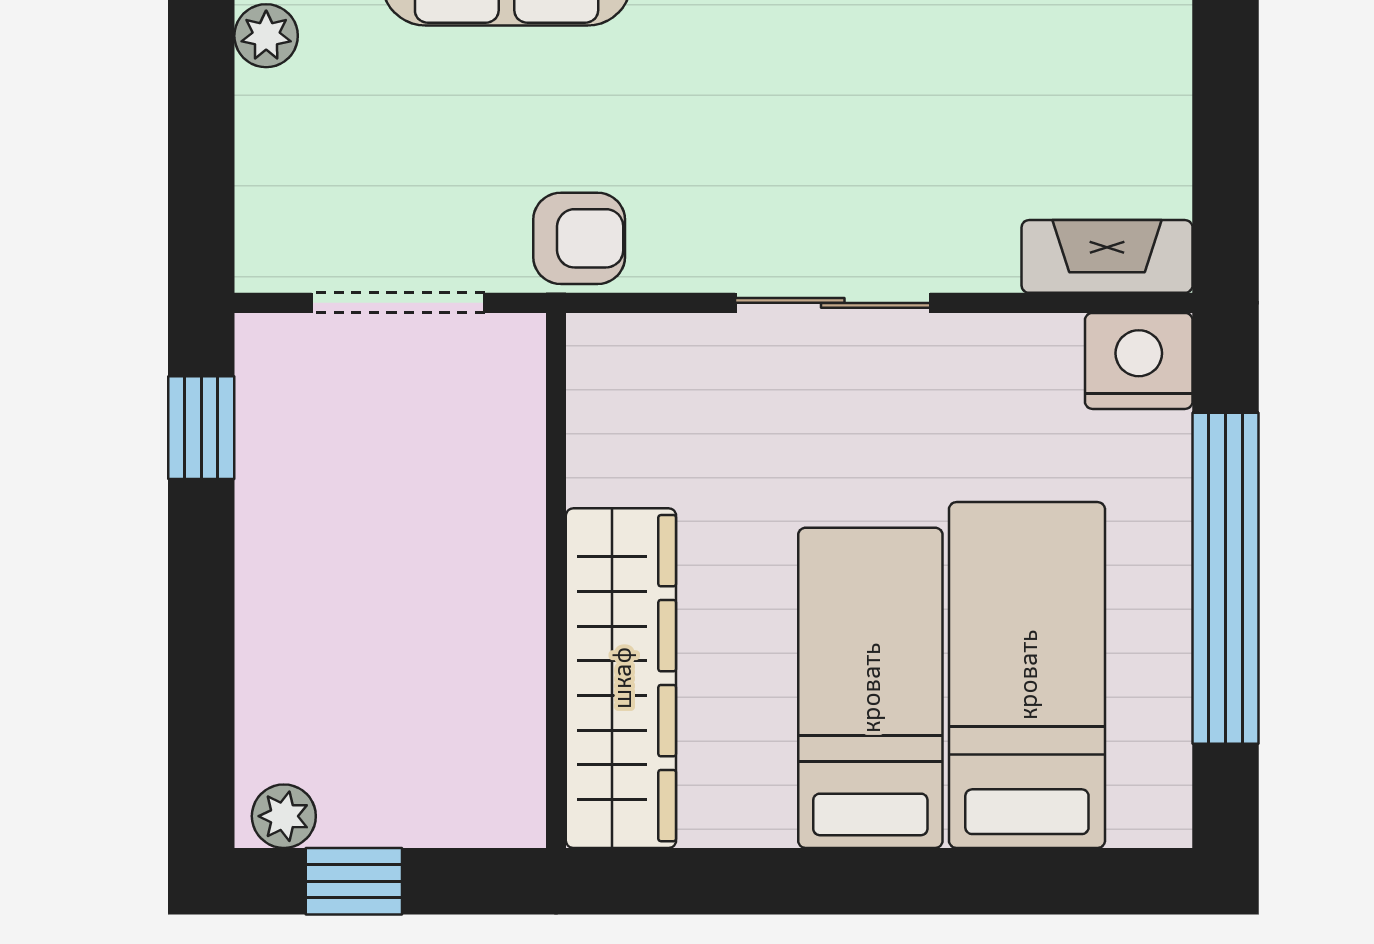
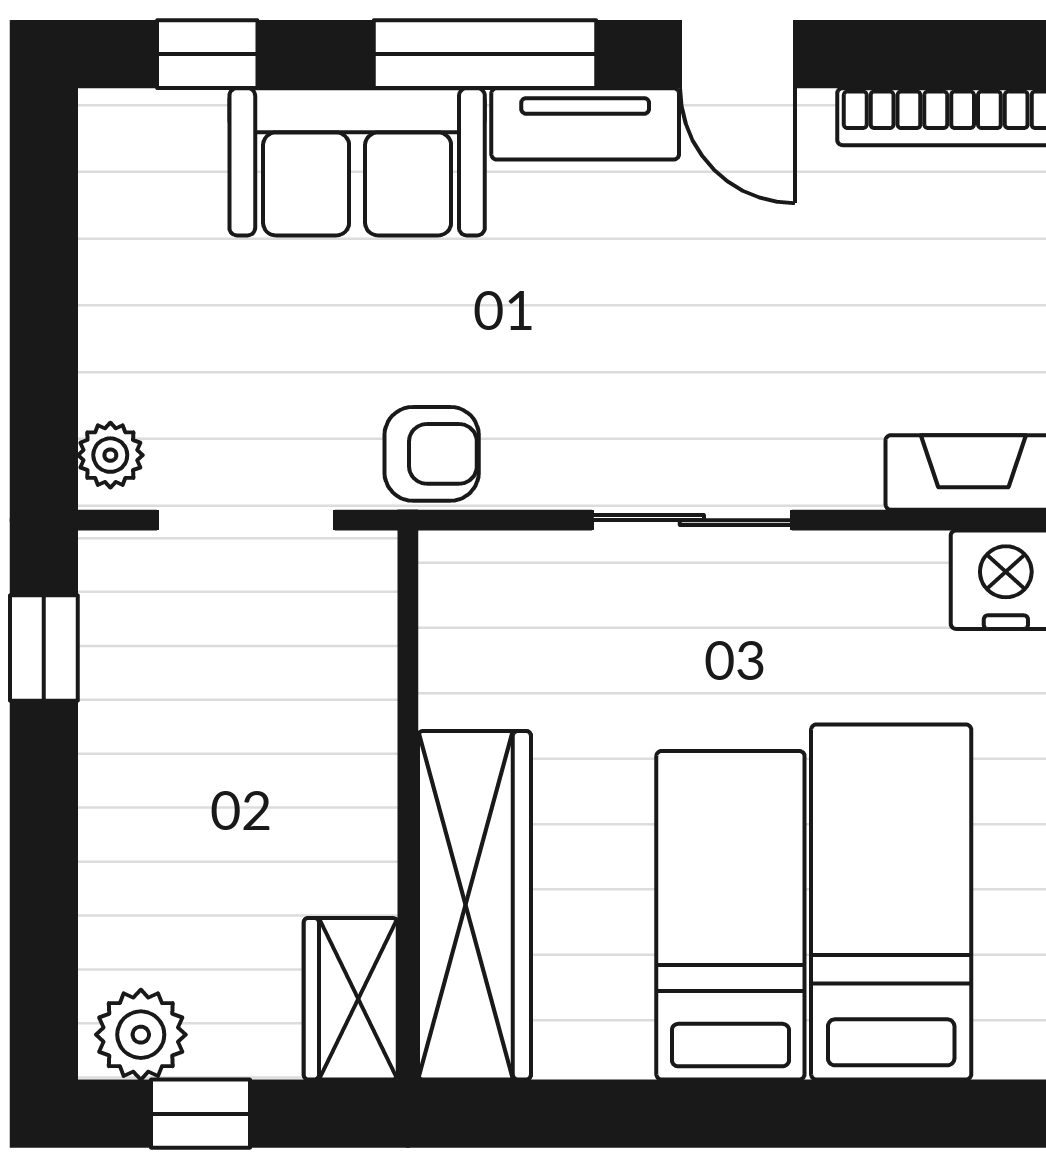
plant: (266, 36) -> (110, 455), moved
wardrobe: (500, 769) -> (351, 999), added
plant: (284, 816) -> (141, 1035), width x1.38, depth x1.38

